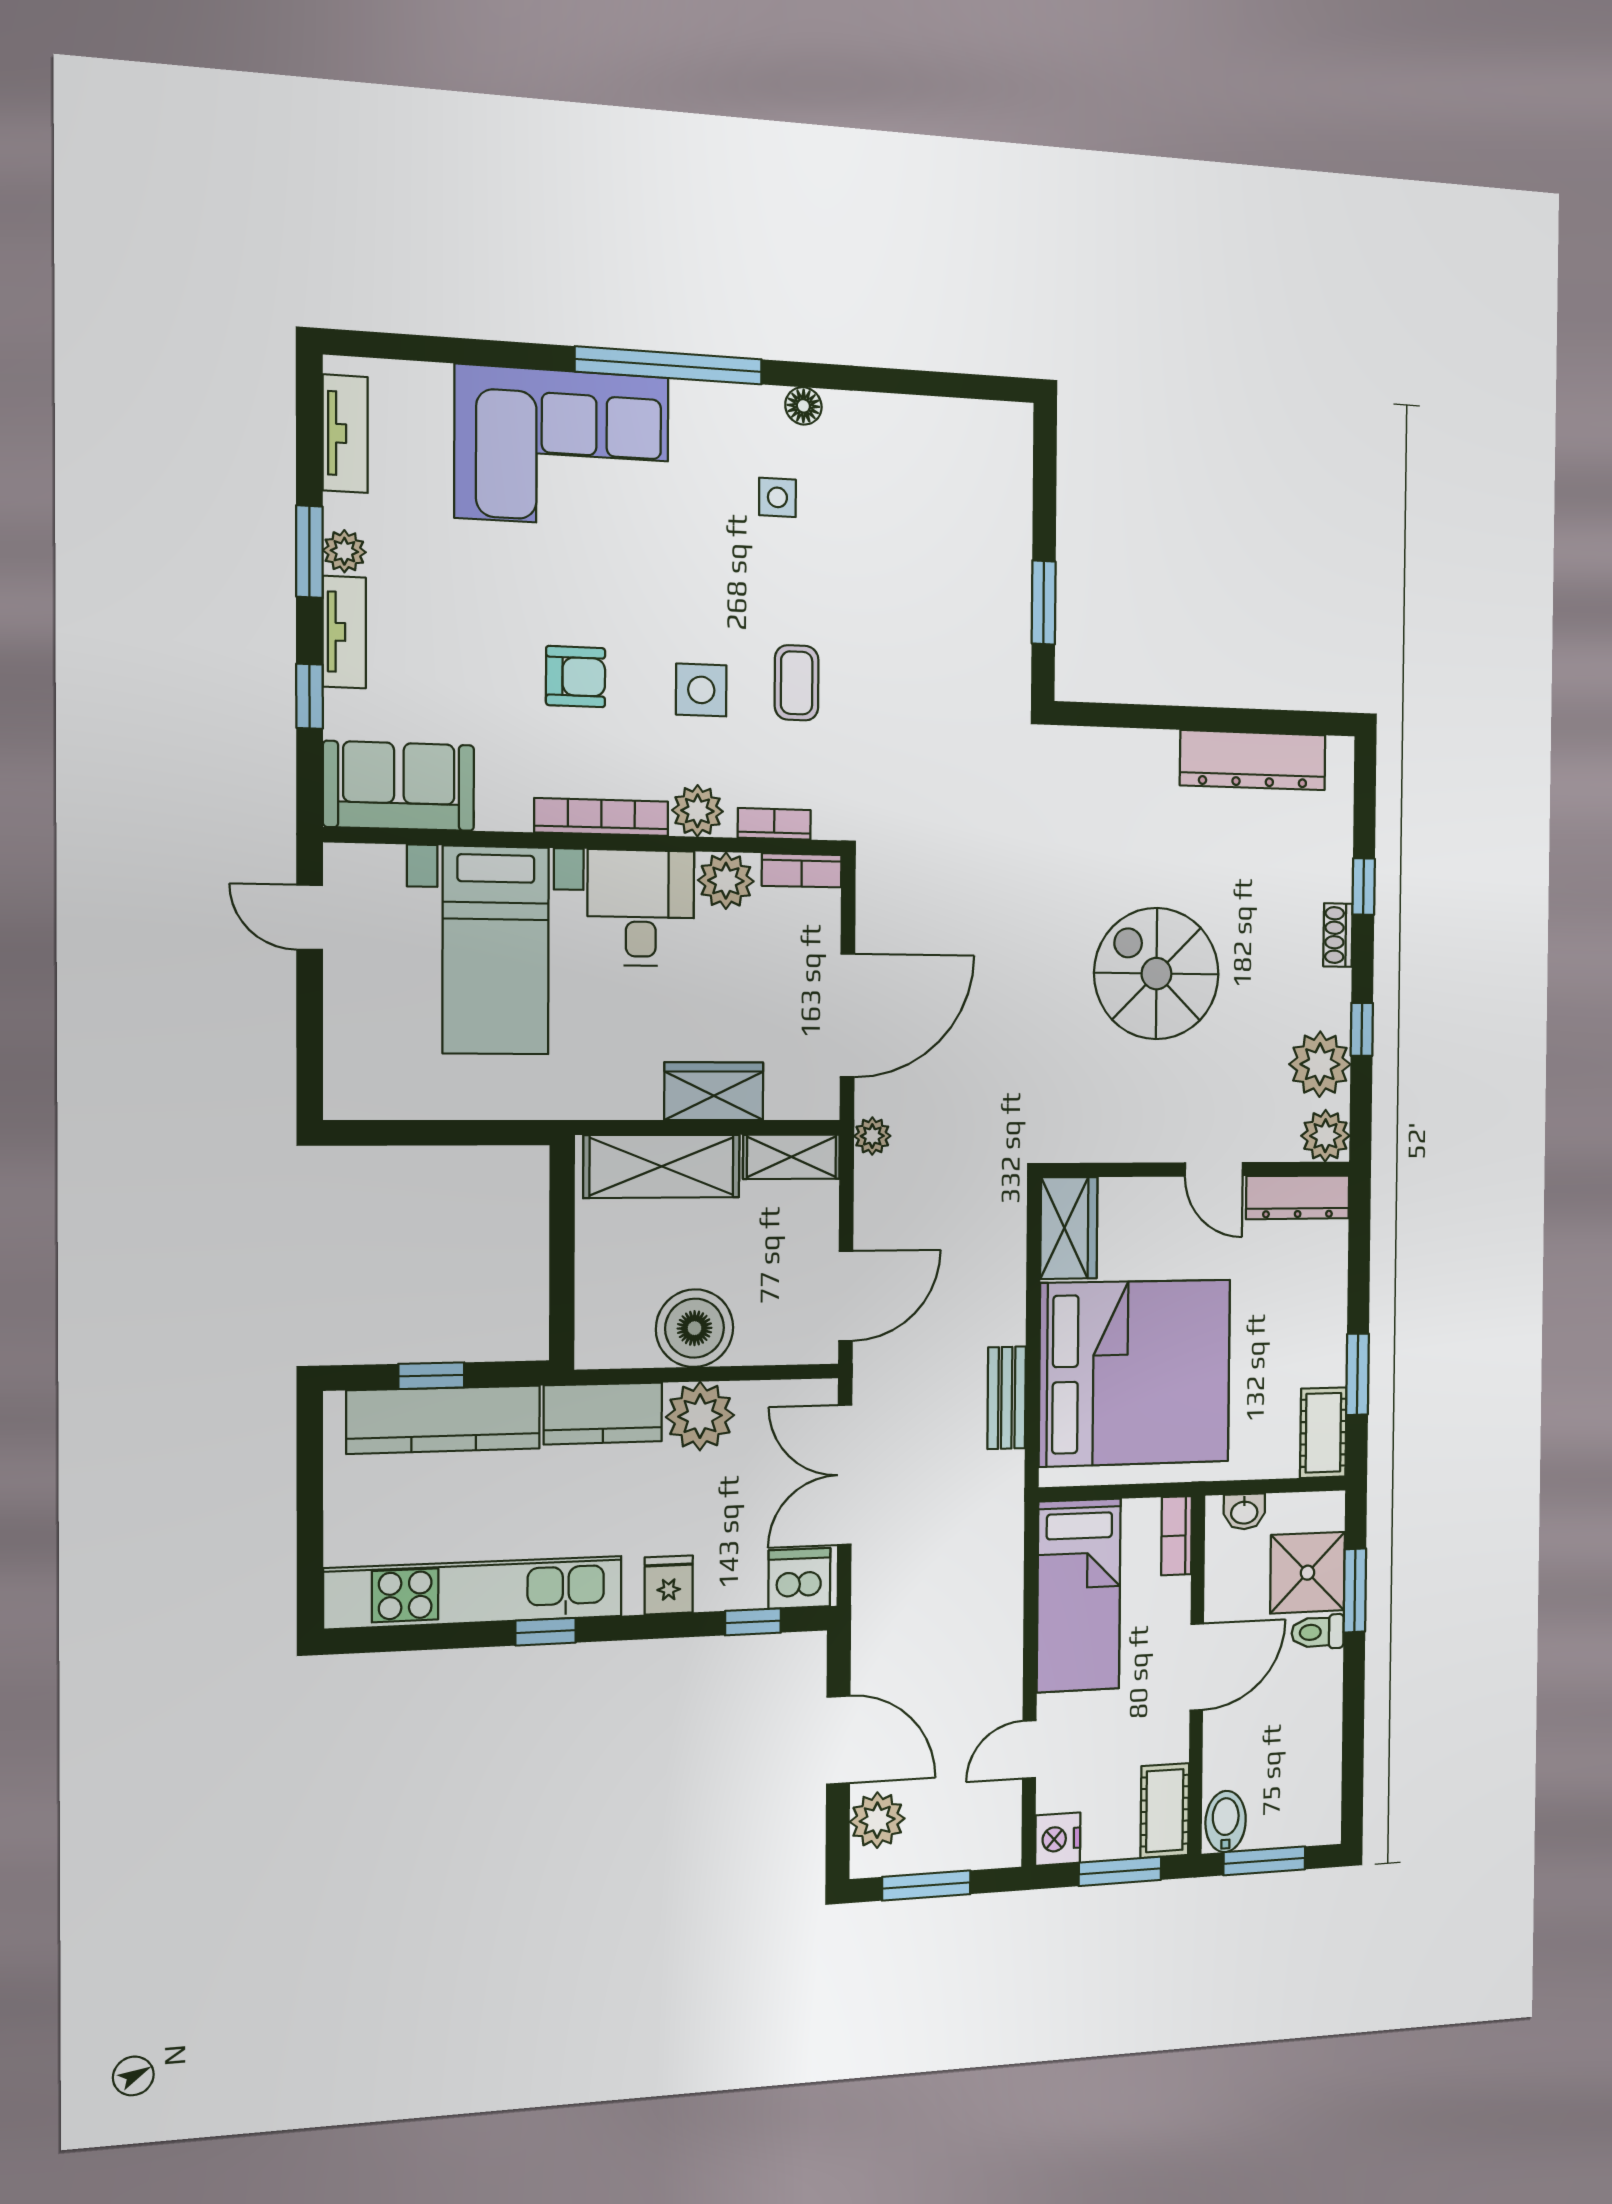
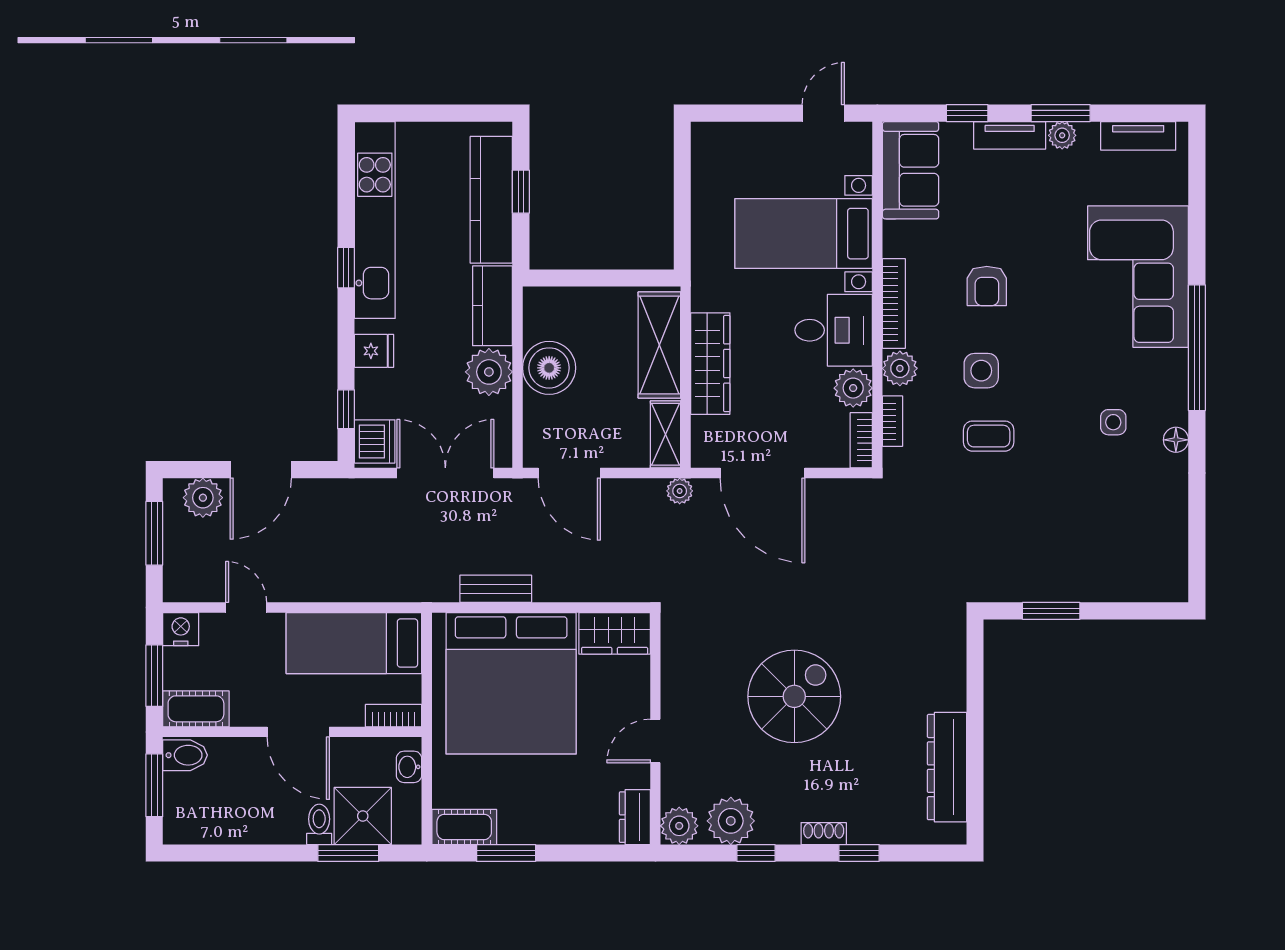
wardrobe: (714, 1091) -> (710, 364), width x1.50
dresser: (1298, 1197) -> (635, 817), width x0.70

